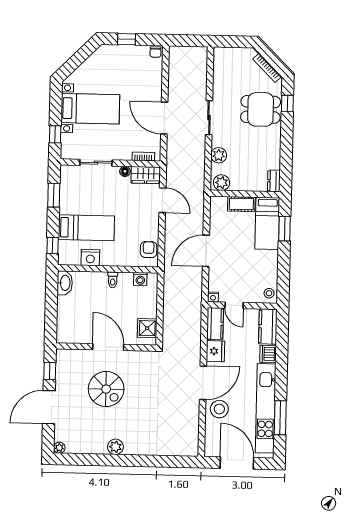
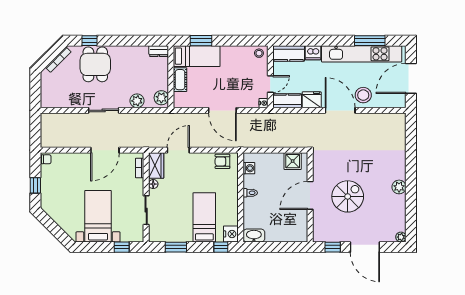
nightstand: (90, 258) -> (231, 234), moved

